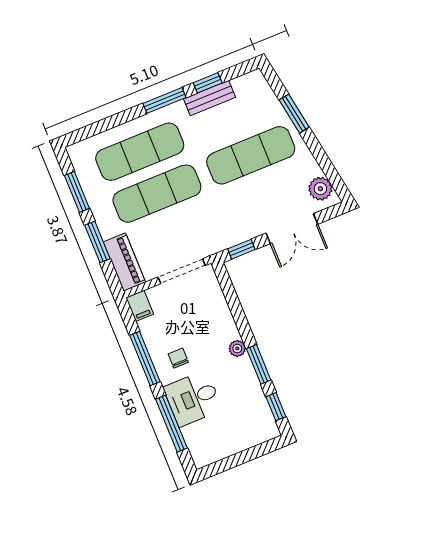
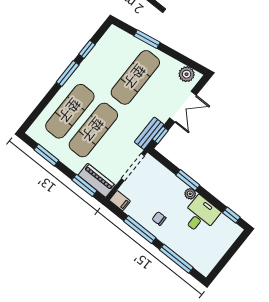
bench: (210, 98) -> (149, 133), moved
window: (97, 242) -> (84, 185), moved
window: (259, 364) -> (188, 180), moved
desk: (193, 398) -> (200, 215), moved, turned 180

